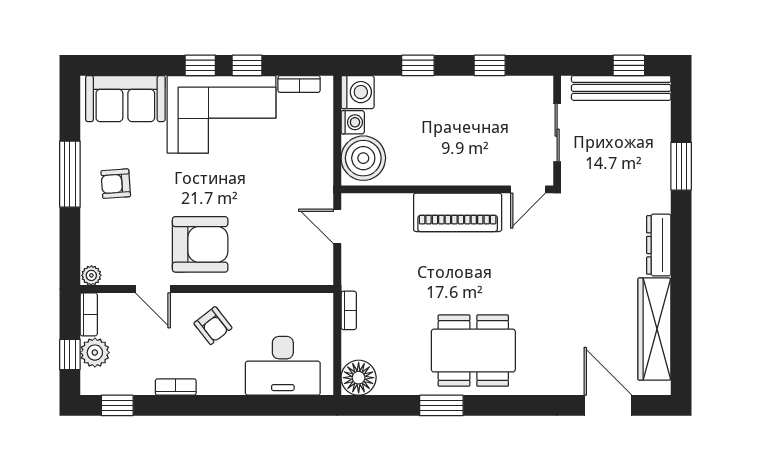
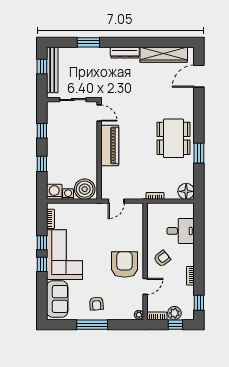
desk: (283, 366) -> (181, 231), width x0.73

